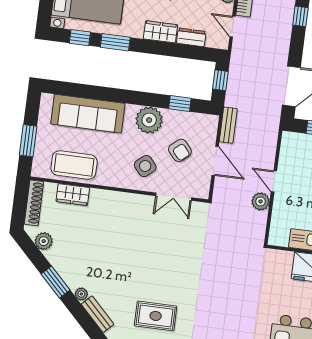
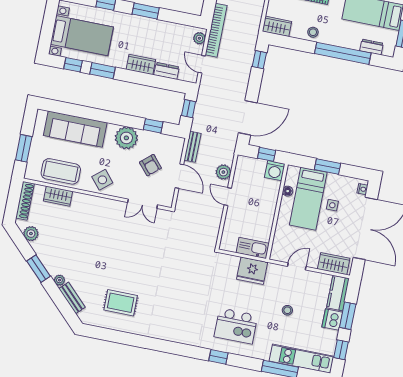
side table: (145, 166) -> (102, 180), moved
plant: (261, 201) -> (223, 172), moved

